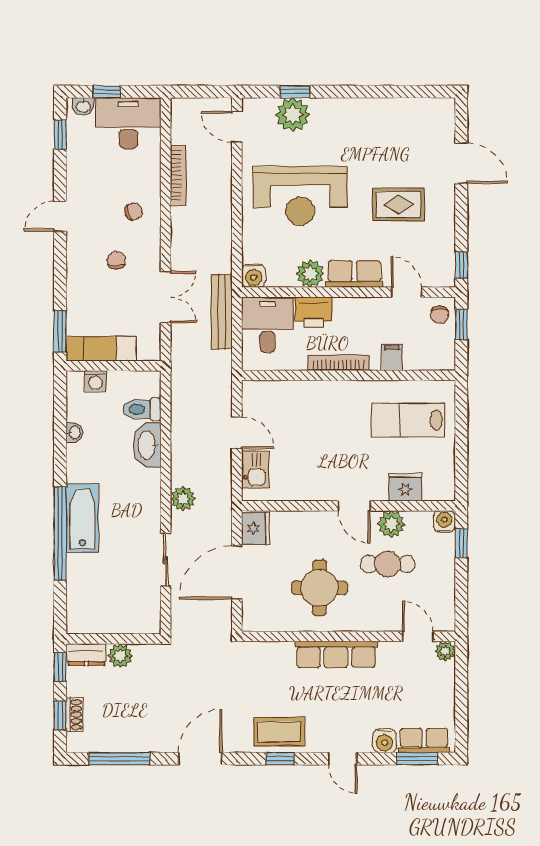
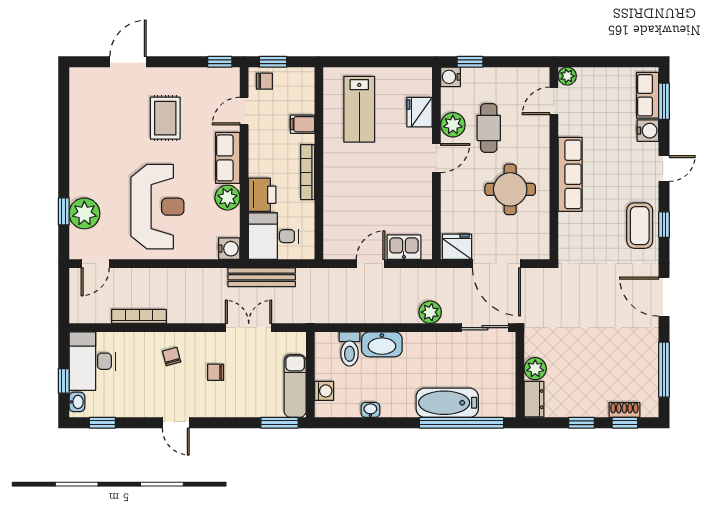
wall: (114, 639) -> (520, 375), moved
dresser: (86, 655) -> (534, 399), moved
plant: (120, 656) -> (535, 369), moved

